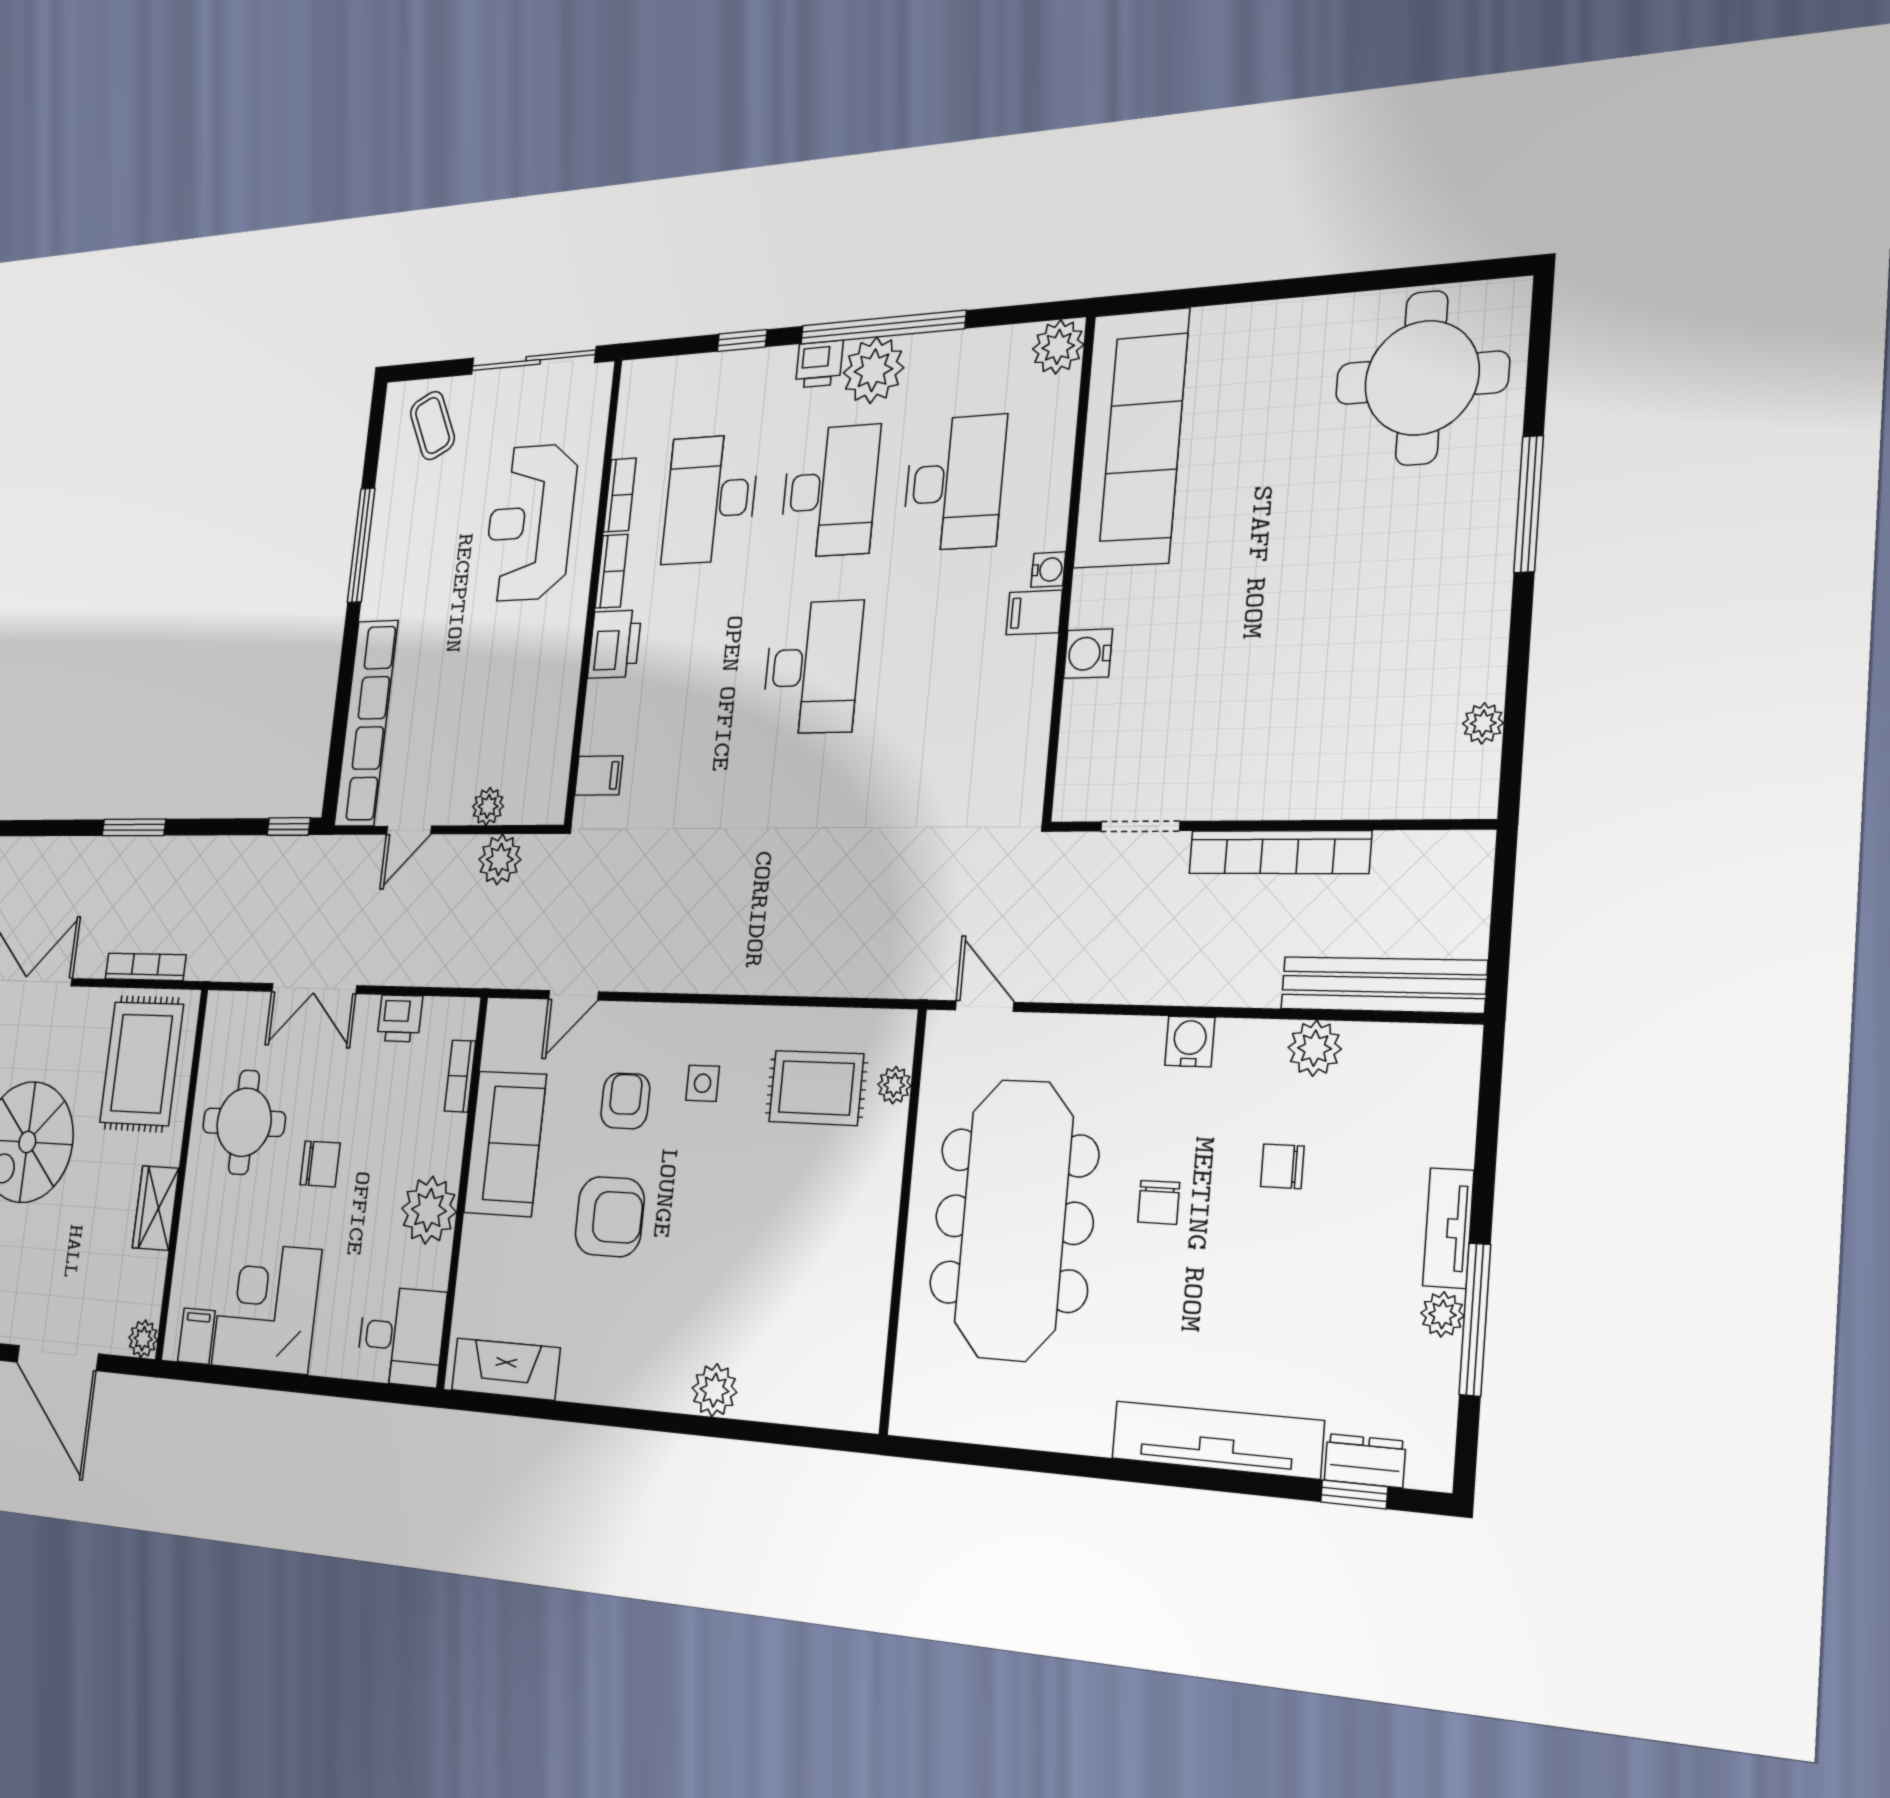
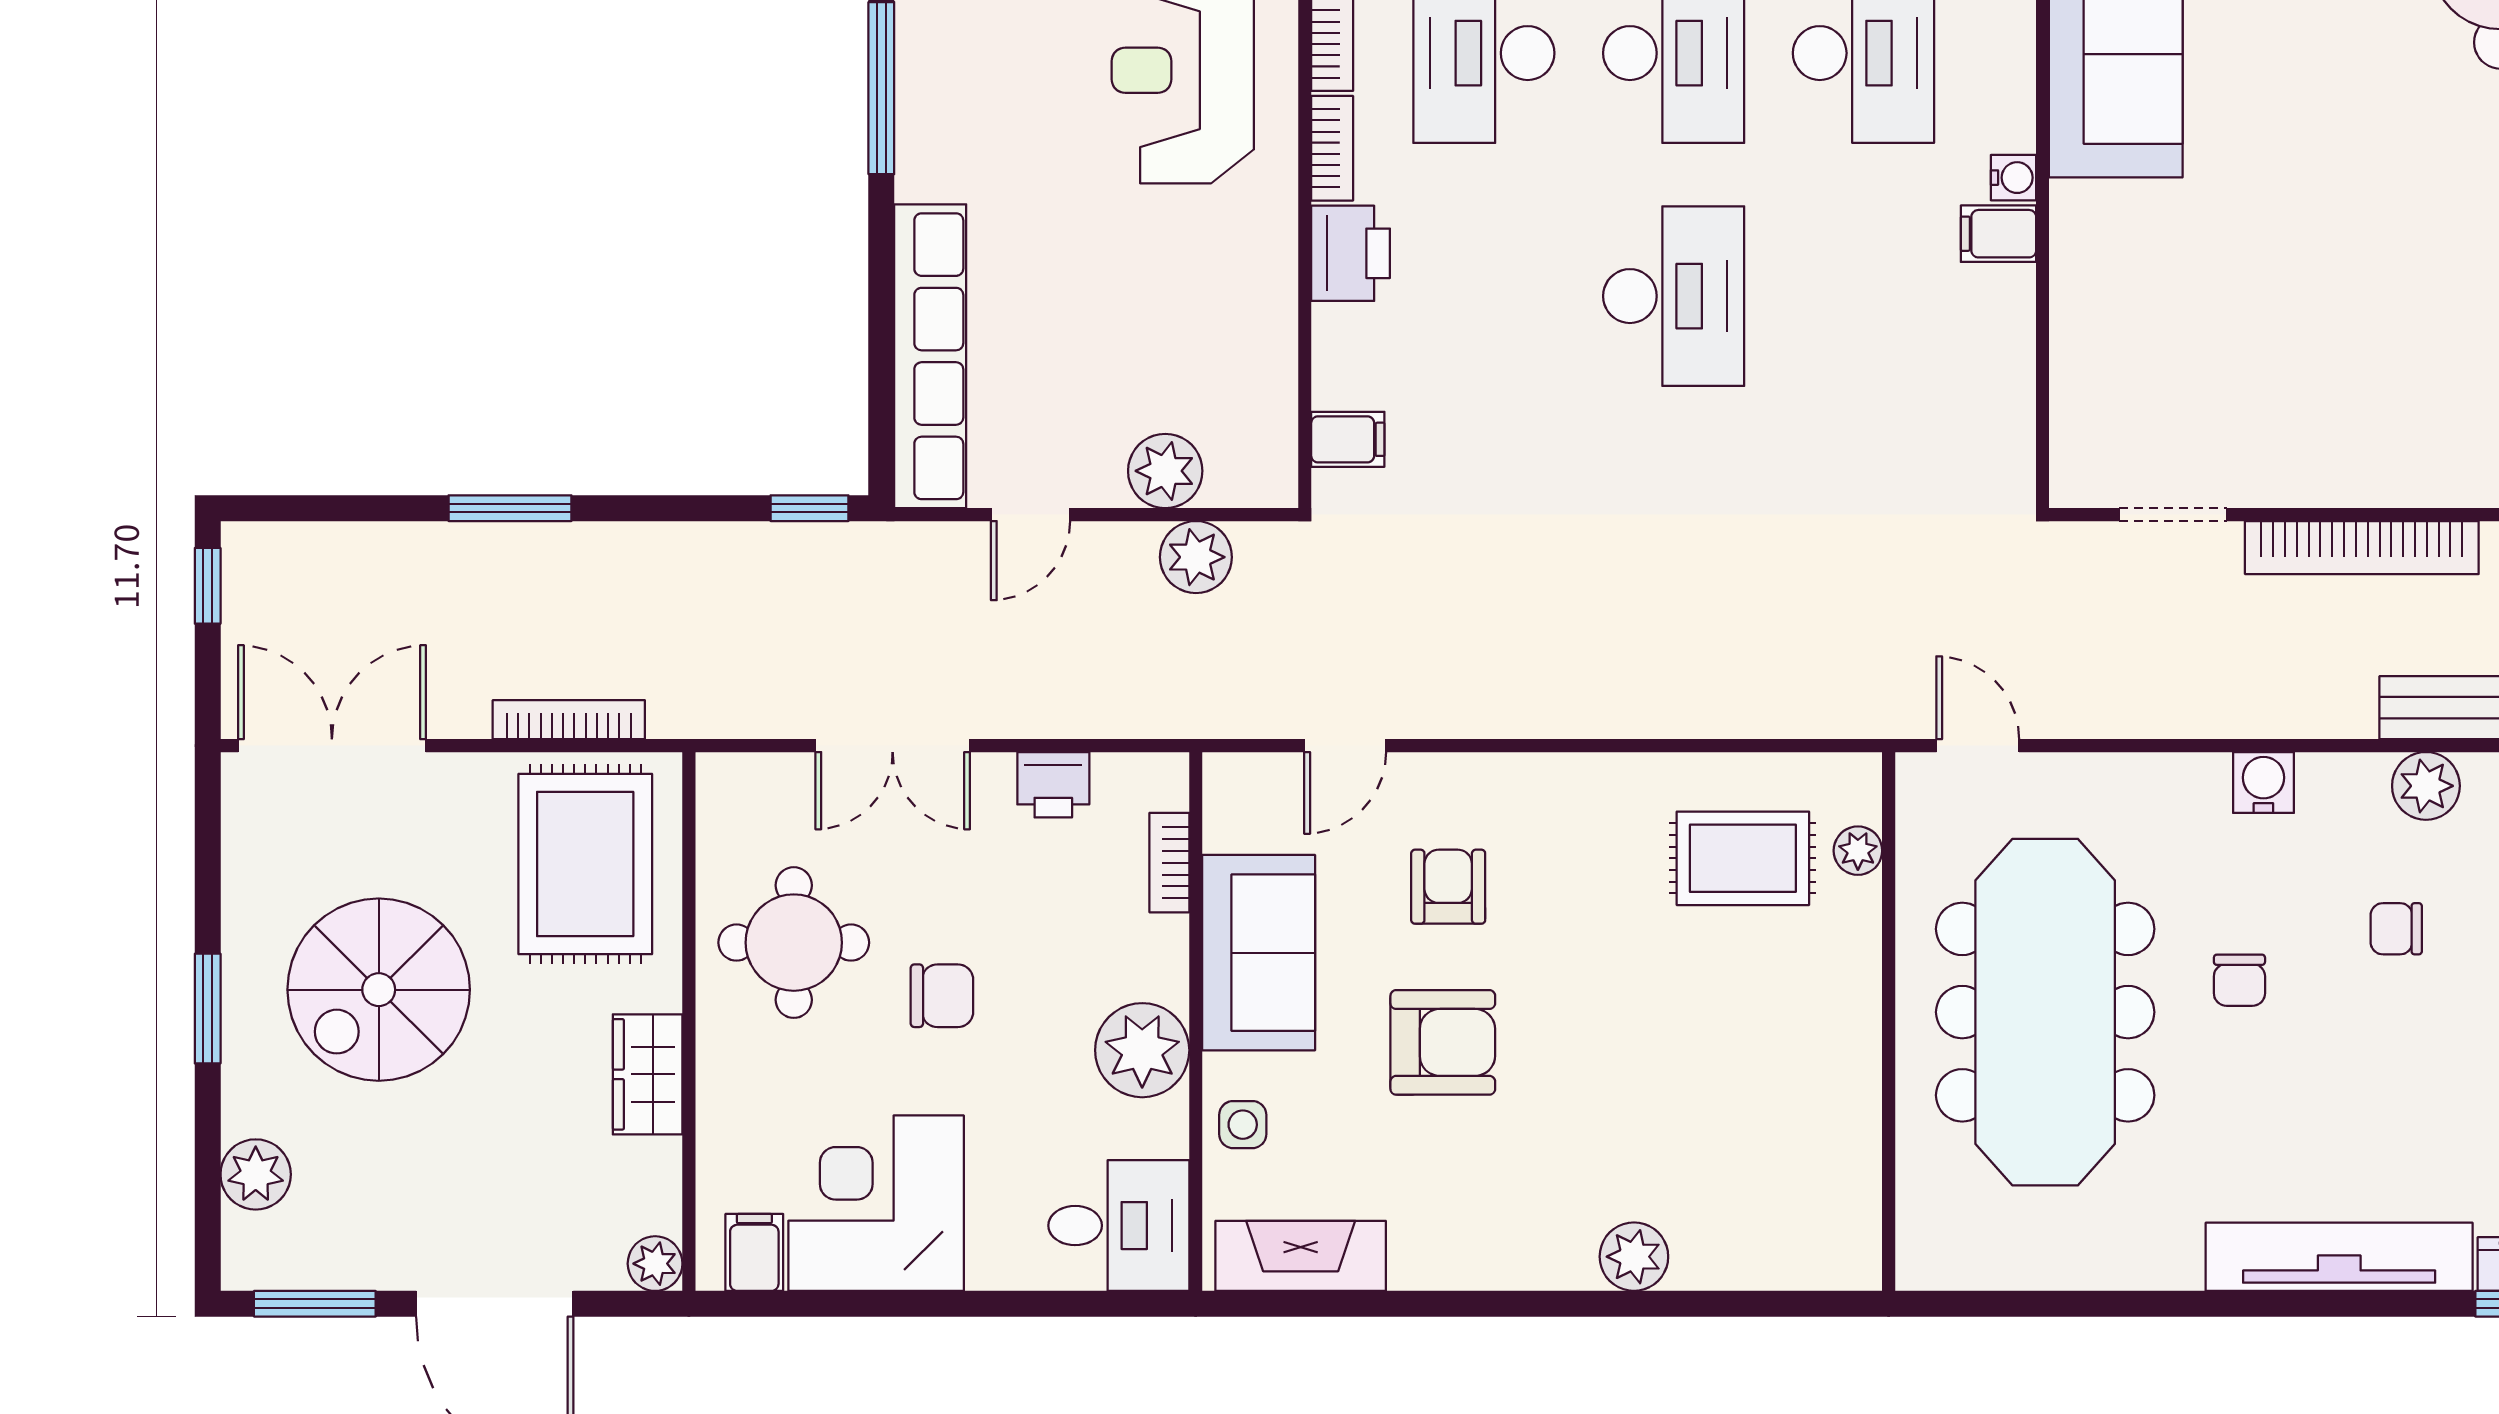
water cooler: (1088, 654) -> (2081, 291), removed
plant: (488, 806) -> (1165, 471), width x1.38, depth x1.38
side table: (703, 1083) -> (1243, 1125), moved

